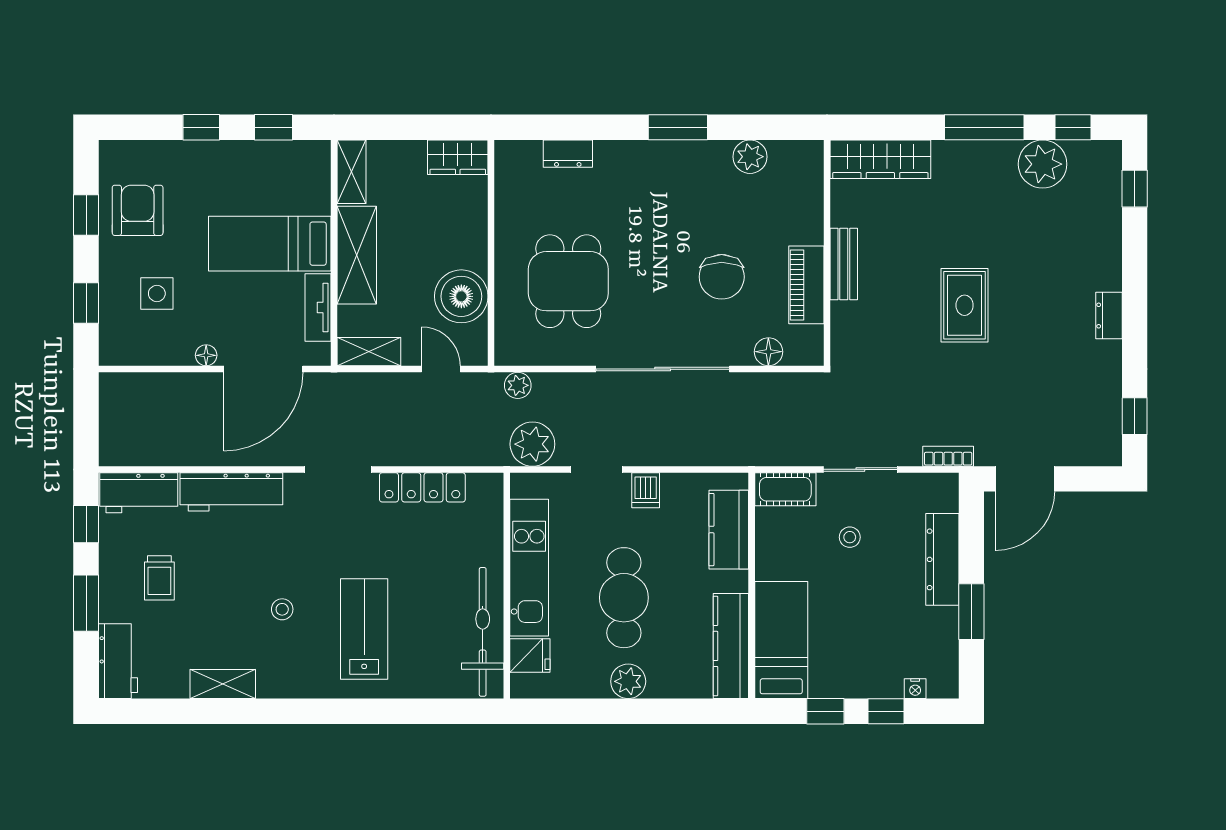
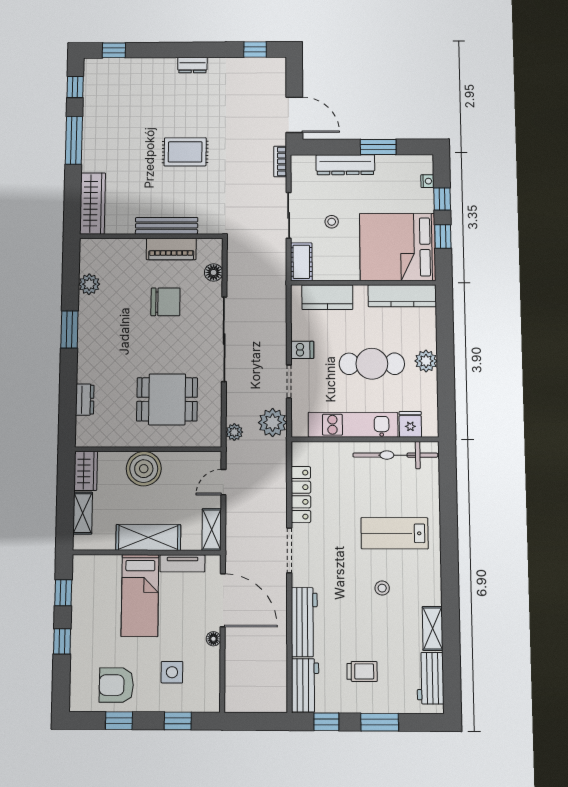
plant: (1043, 164) -> (98, 105), removed
shelving: (352, 172) -> (83, 513), moved, turned 90
bench: (844, 264) -> (167, 226), width x1.36
boiler: (461, 296) -> (144, 469), moved
bed: (781, 640) -> (398, 247), width x2.04
workbench: (118, 661) -> (430, 678), moved, turned -90

